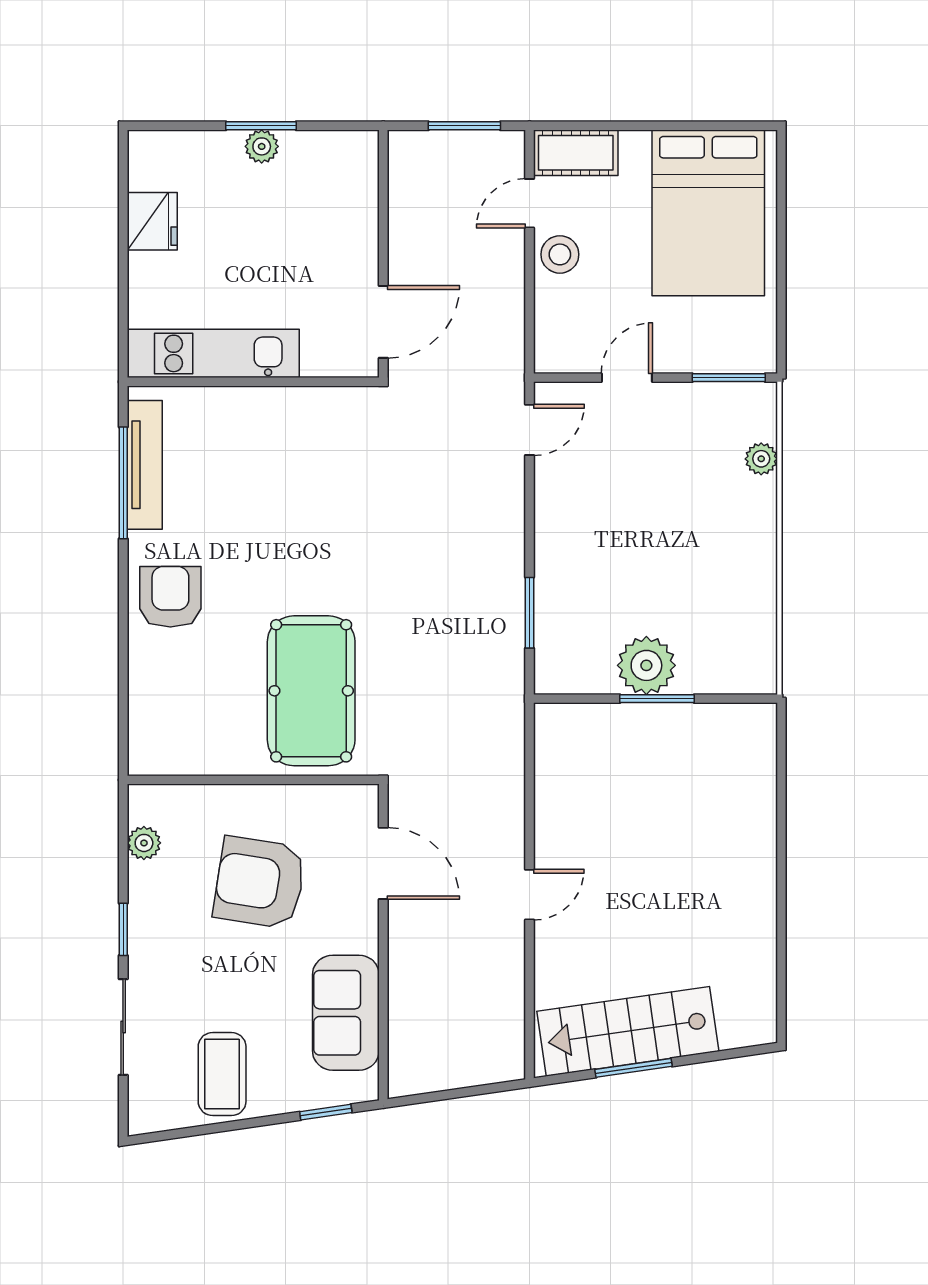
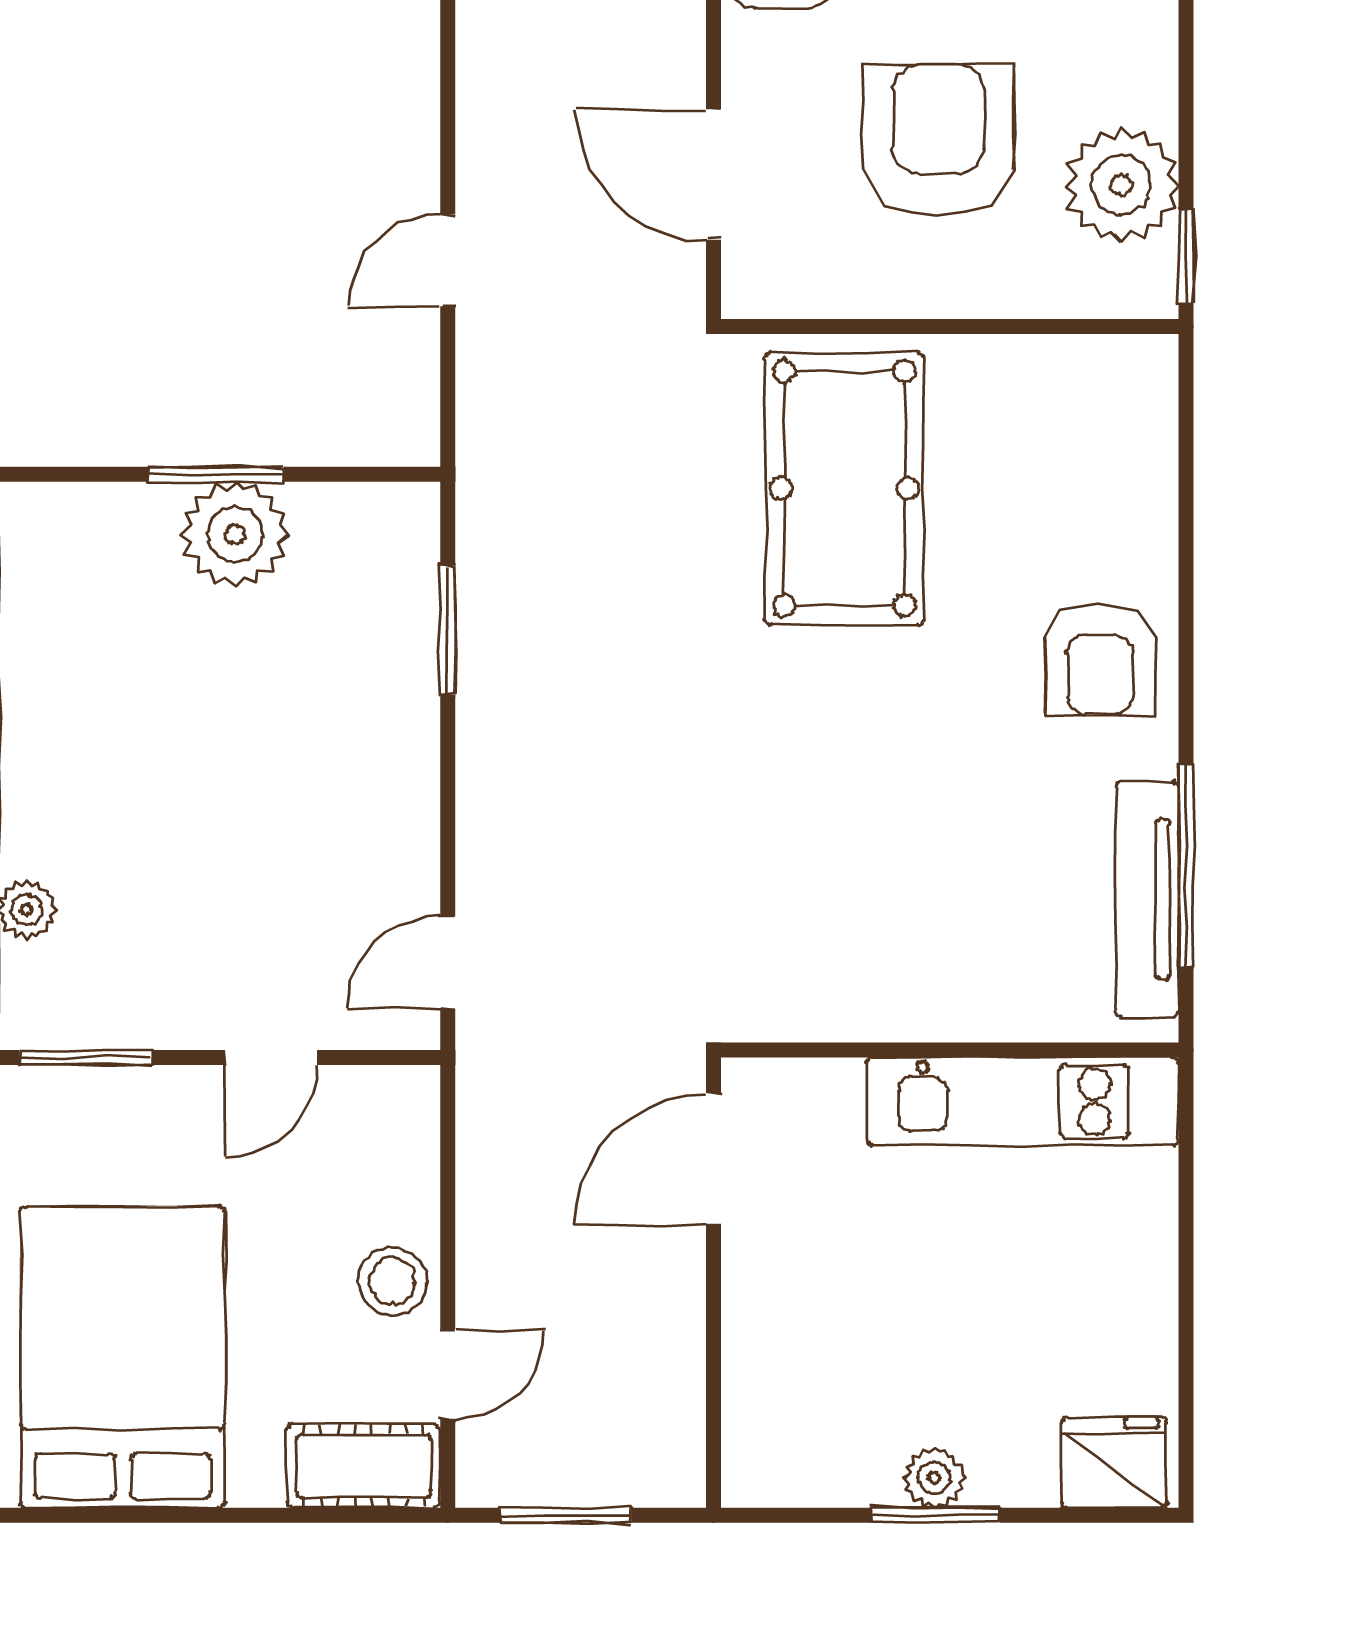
fridge: (152, 221) -> (1114, 1463), moved, turned 90
plant: (144, 843) -> (1122, 185), width x1.88, depth x1.88
armchair: (260, 883) -> (938, 140), turned -99
door: (529, 895) -> (448, 260), moved
window: (123, 929) -> (1186, 257), moved

